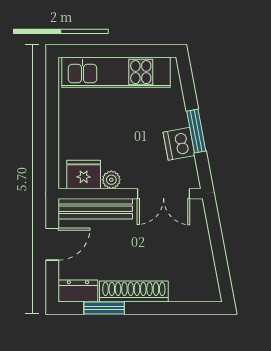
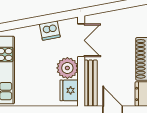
window: (196, 131) -> (42, 20), removed
plant: (111, 180) -> (67, 68), width x1.88, depth x1.88

